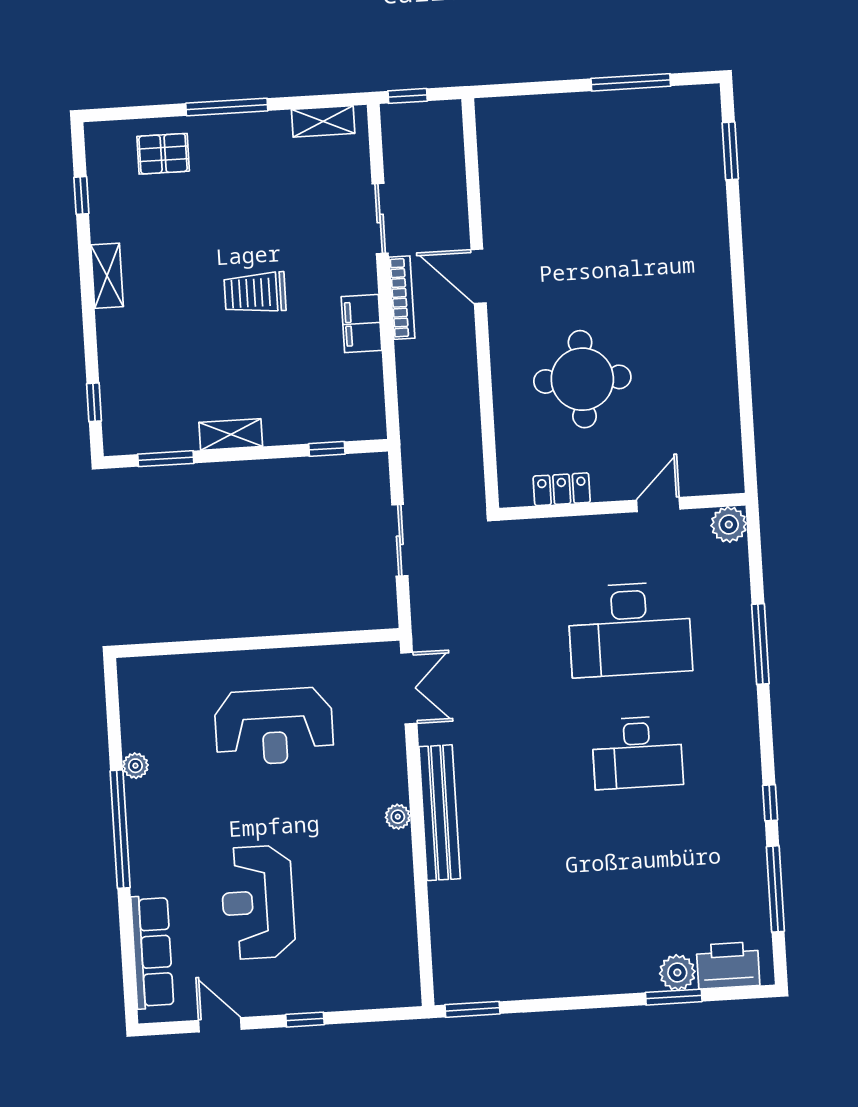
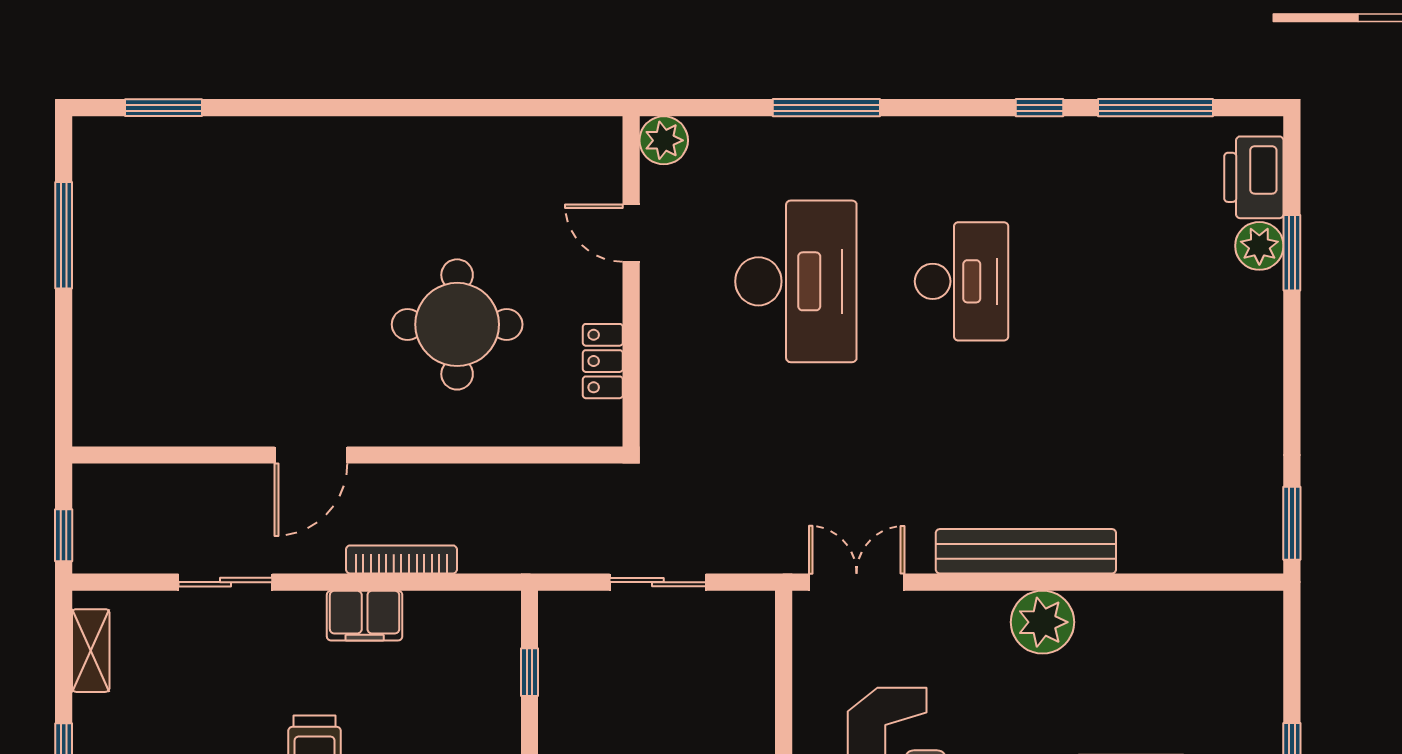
bookcase: (402, 298) -> (401, 559), moved
plant: (398, 817) -> (1043, 622), width x1.88, depth x1.88

